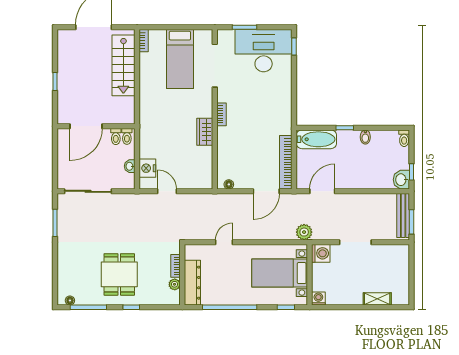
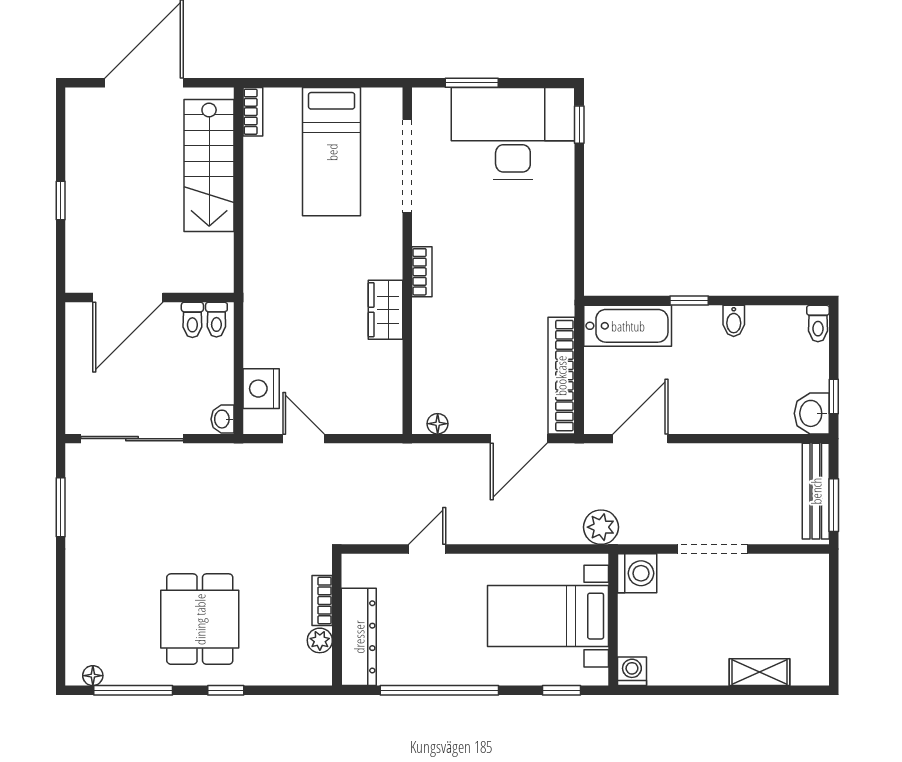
washbasin: (130, 166) -> (223, 419), moved

